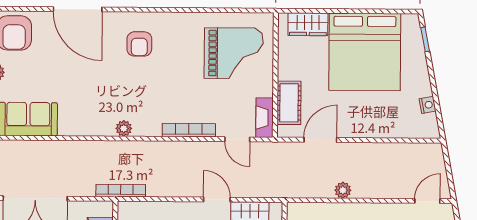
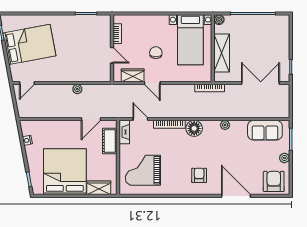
floor lamp: (147, 123) -> (194, 128), added
plant: (124, 128) -> (225, 125), moved

